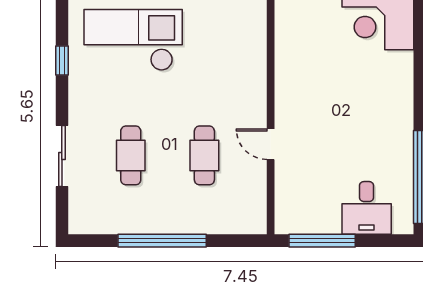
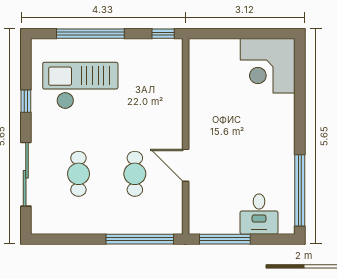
door: (271, 144) -> (186, 165), width x1.38
sliding door: (62, 156) -> (26, 174), width x1.37
window: (162, 241) -> (140, 239), moved

